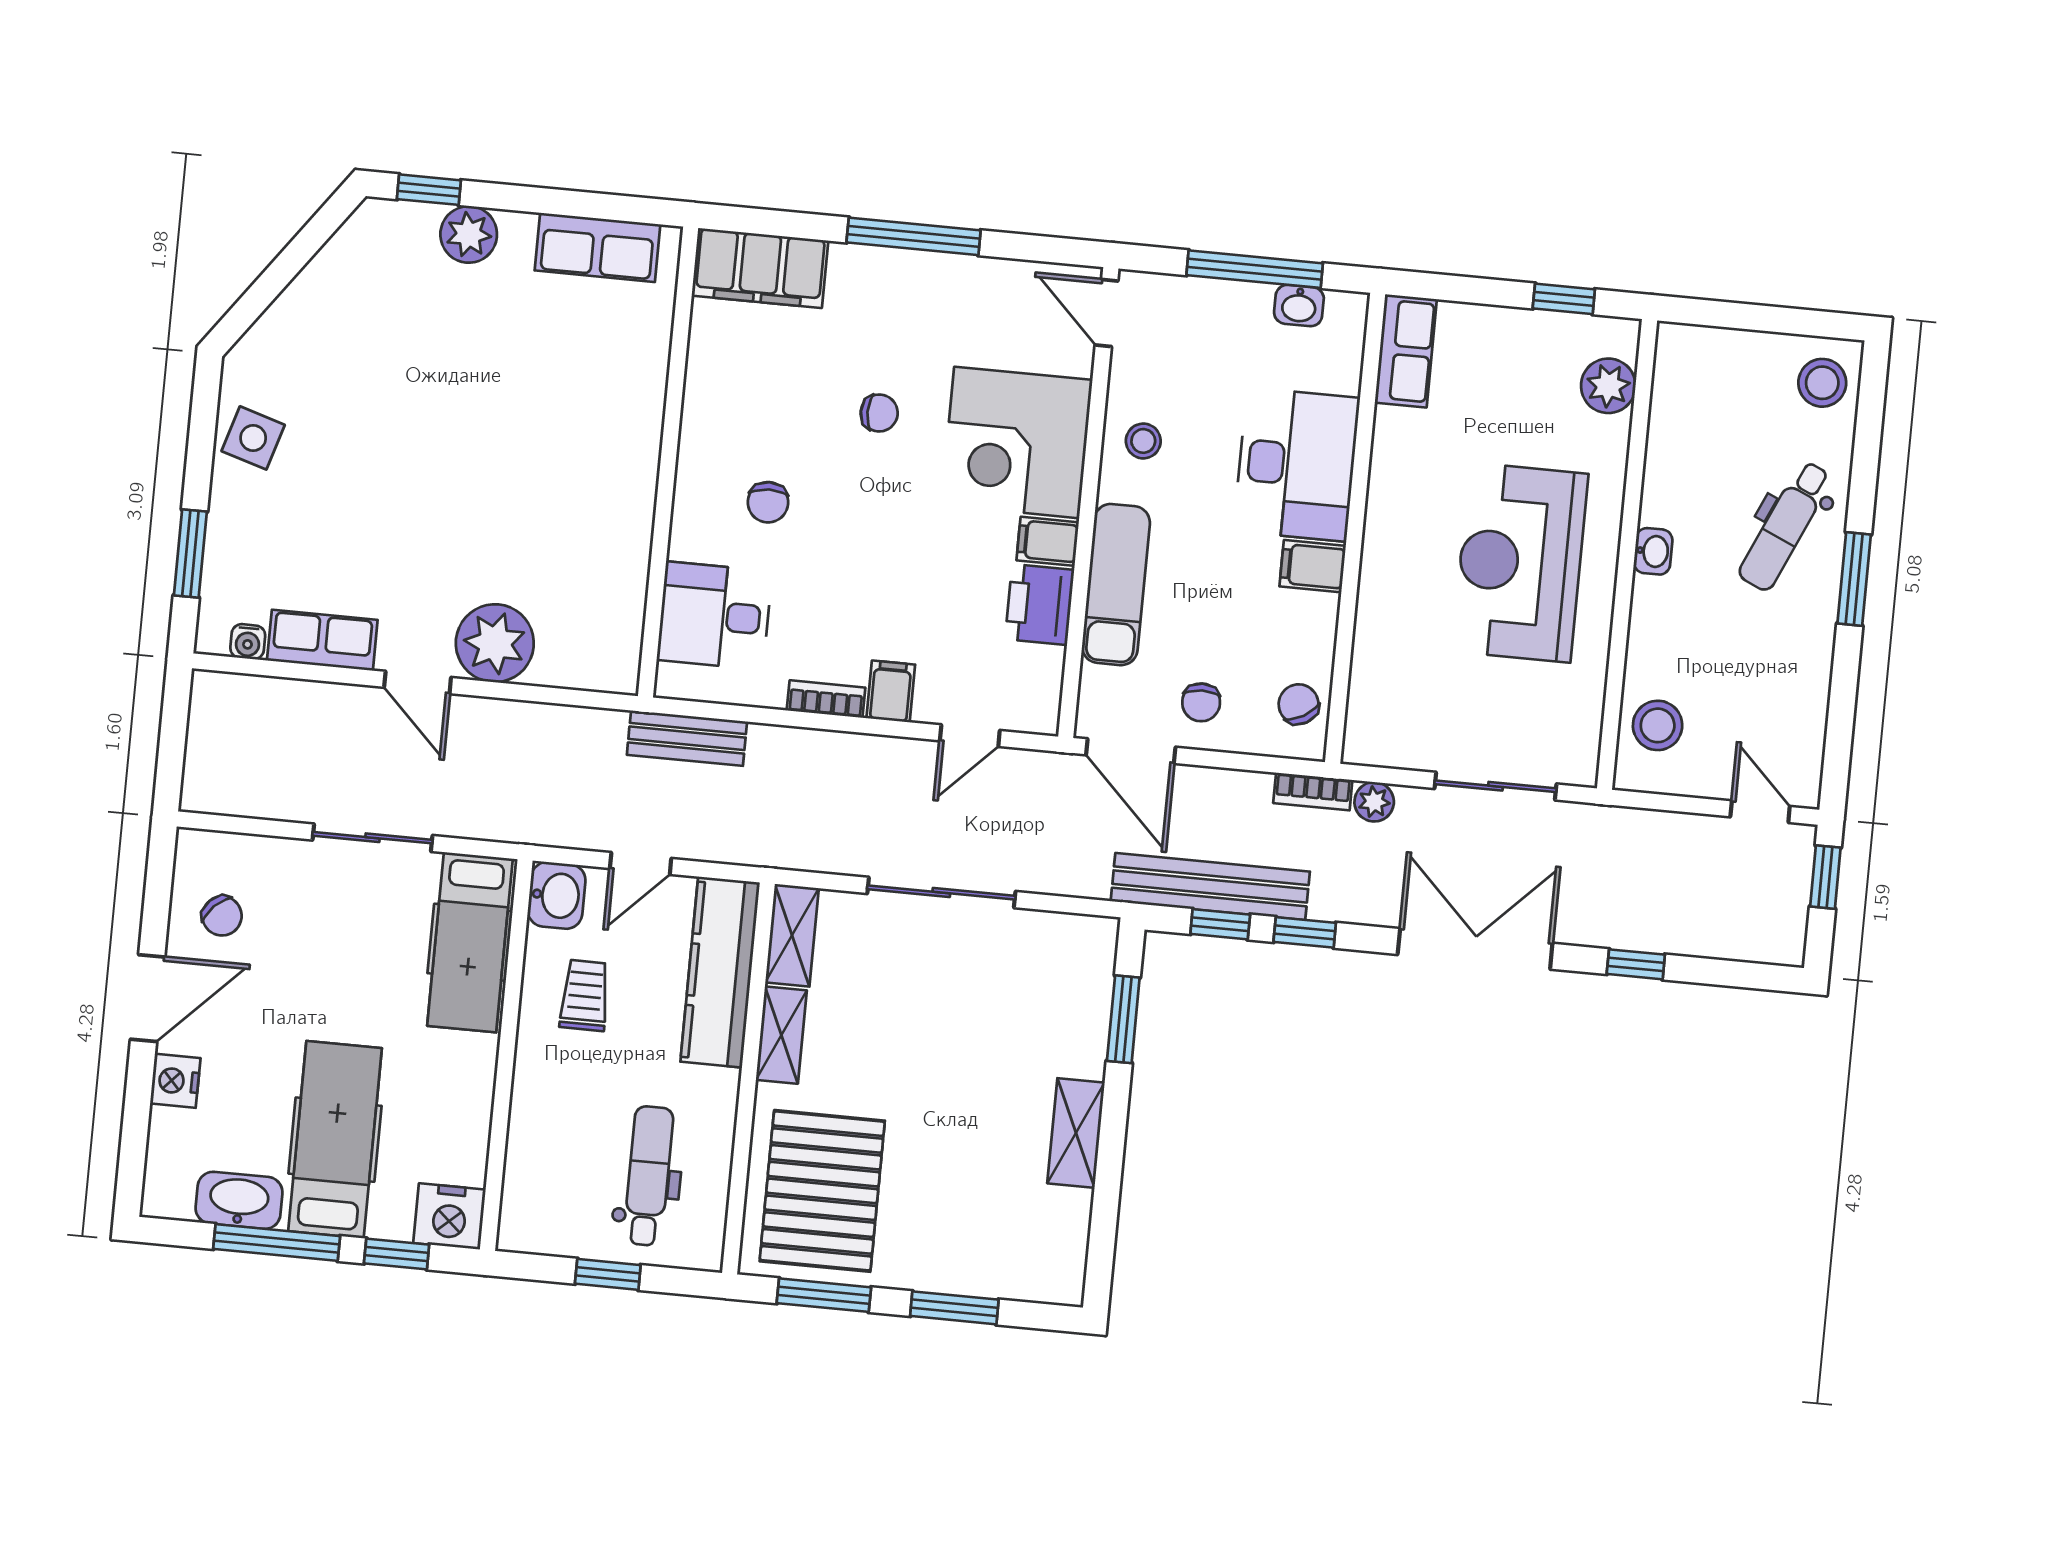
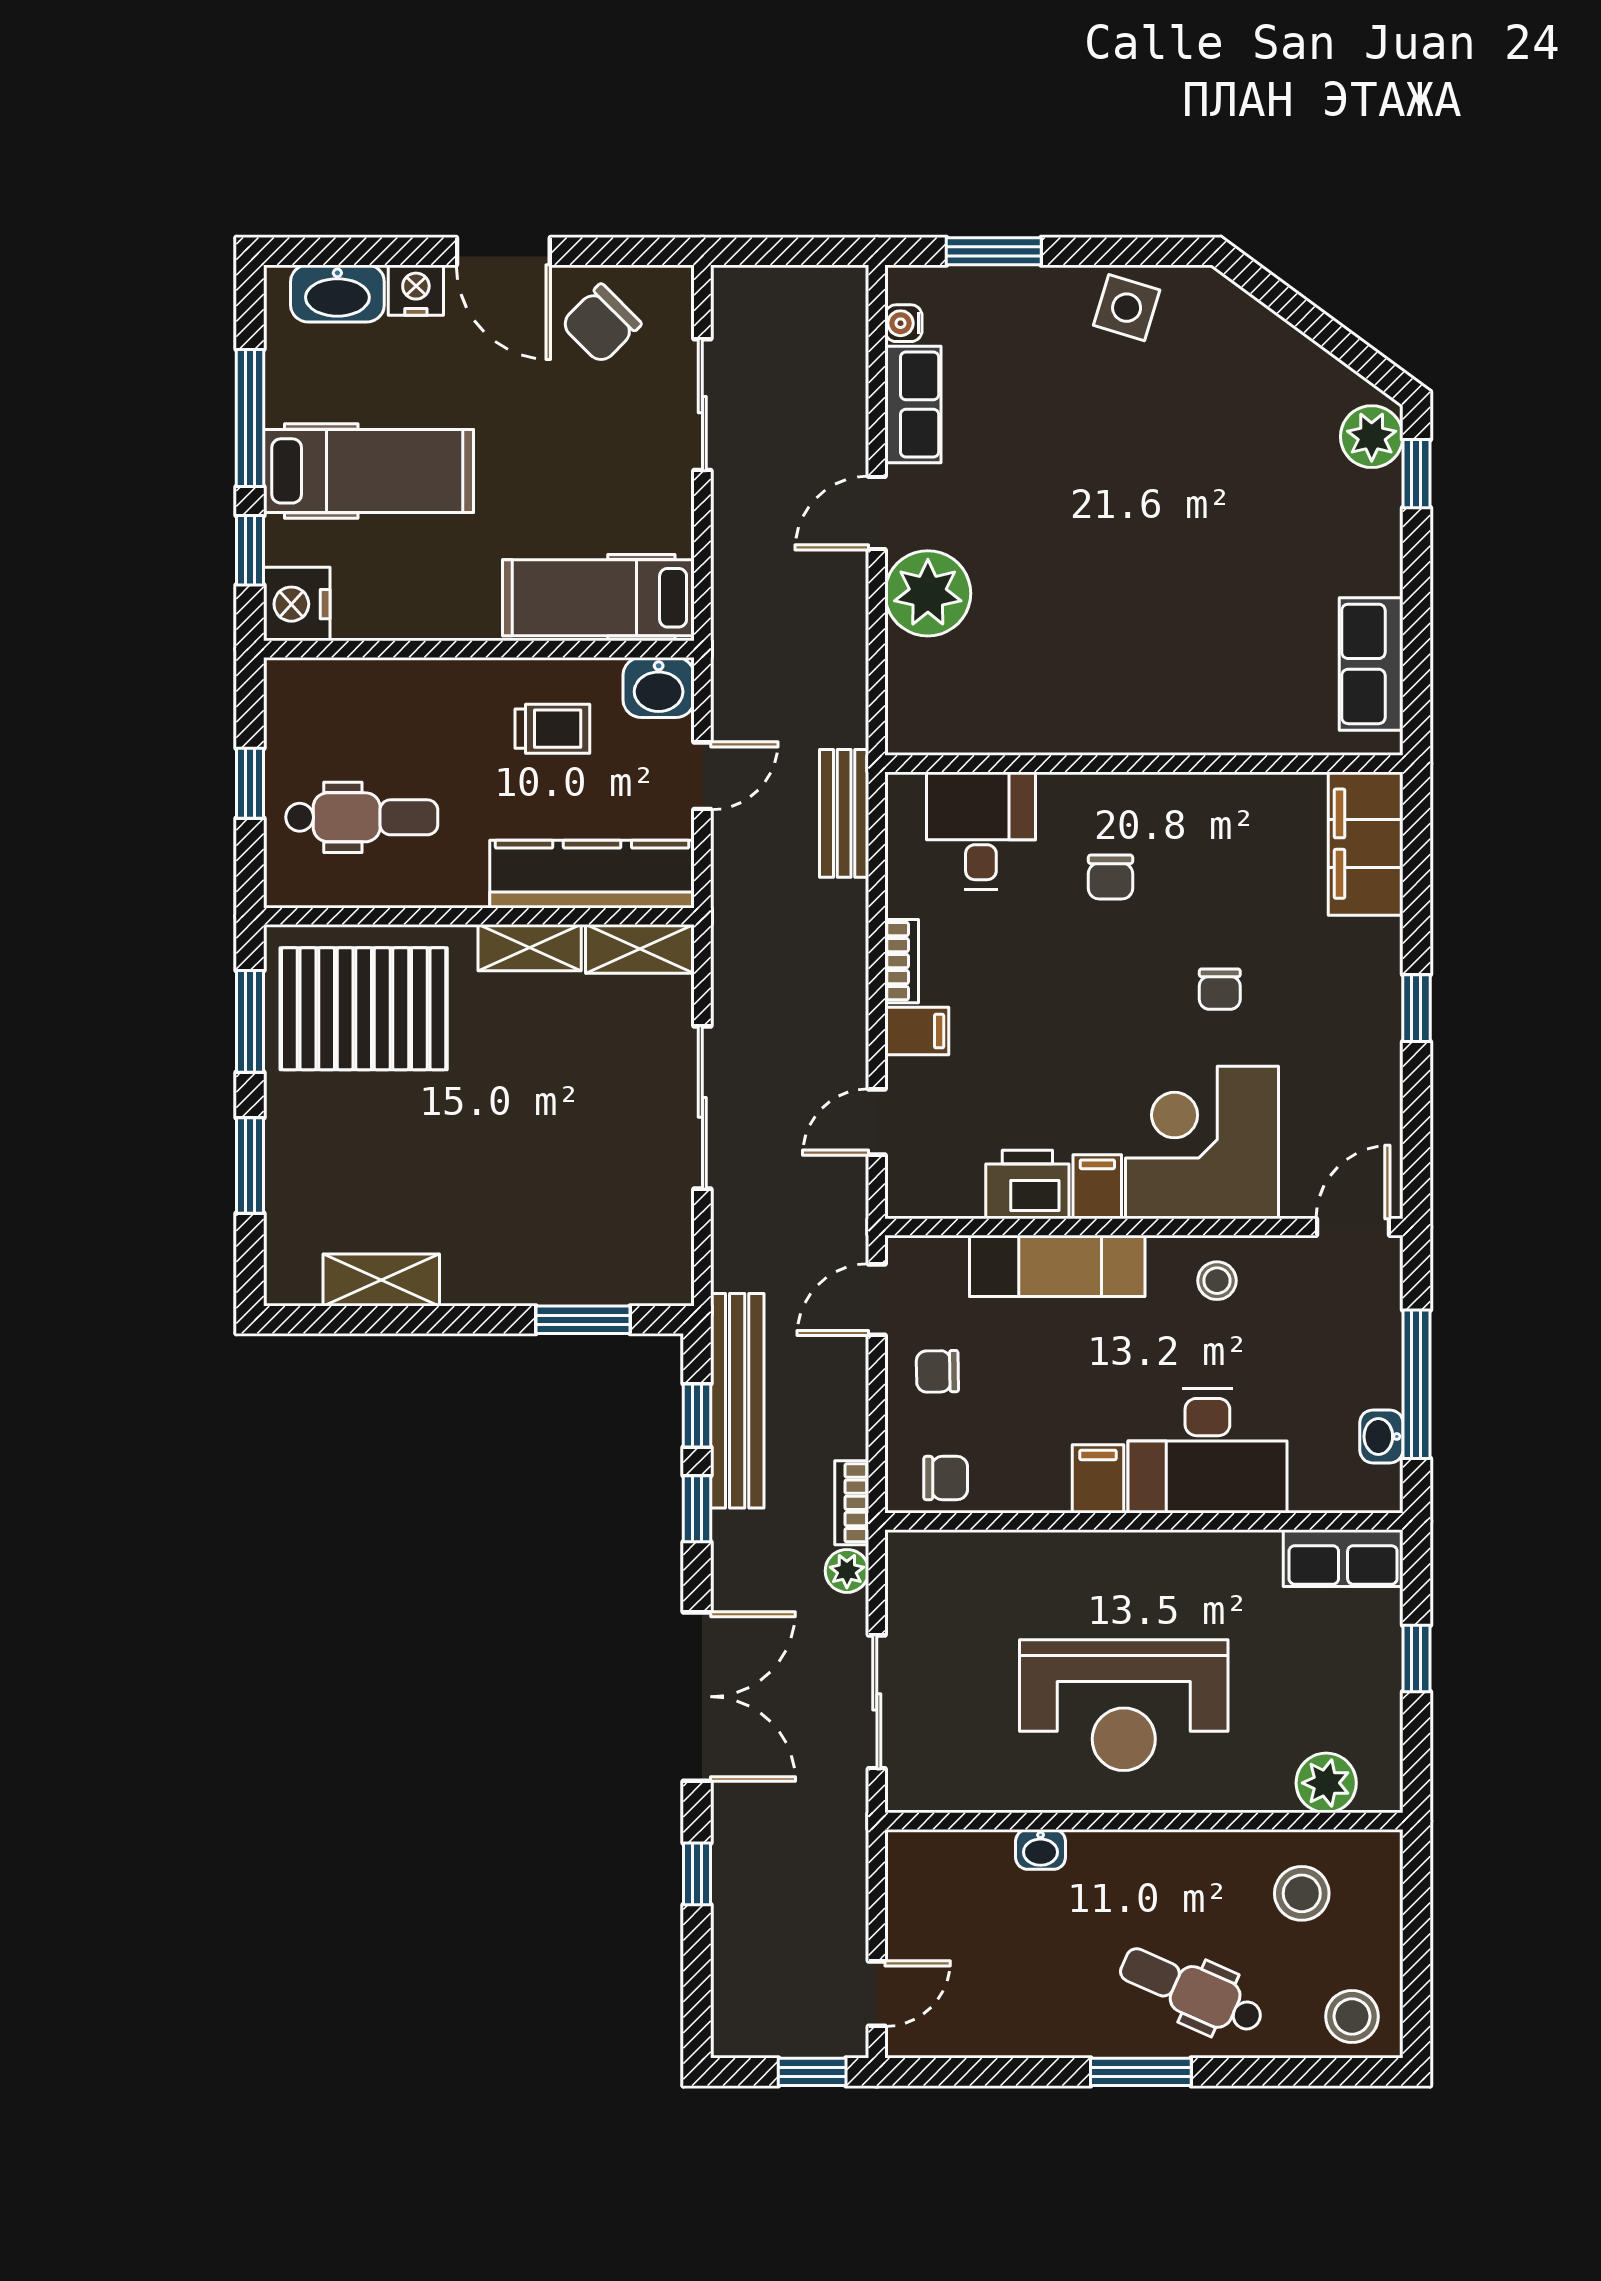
plant: (469, 234) -> (1372, 437), moved
window: (914, 236) -> (1416, 1008), width x0.46
window: (1564, 299) -> (1416, 1658), moved
chair: (768, 502) -> (1110, 877), turned -89
washbasin: (1653, 551) -> (1041, 1849), moved
reception desk: (1520, 563) -> (1124, 1705), turned 180
chair: (1299, 704) -> (946, 1478), turned 30
stool: (1658, 725) -> (1302, 1893), moved
door: (970, 736) -> (877, 1122), hinge flipped
door: (1131, 751) -> (877, 1300), width x0.73
sliding door: (372, 838) -> (702, 405), moved
door: (641, 864) -> (702, 776), swing flipped
chair: (222, 916) -> (601, 324), width x1.37, depth x1.37
shelving: (1076, 1133) -> (381, 1280), moved
washbasin: (239, 1200) -> (337, 293), moved, turned 90

